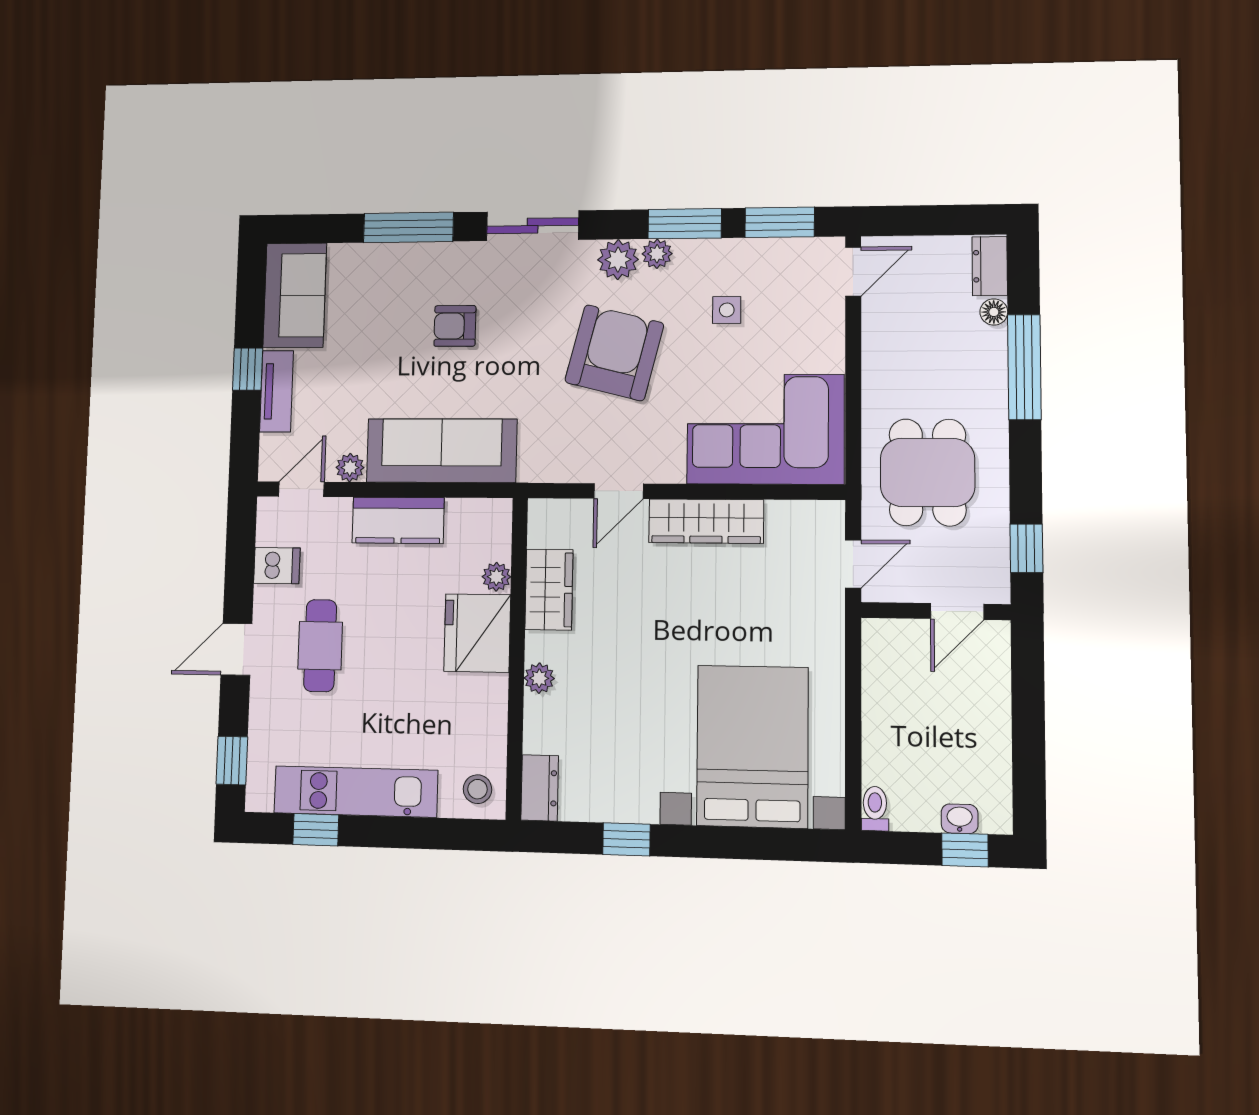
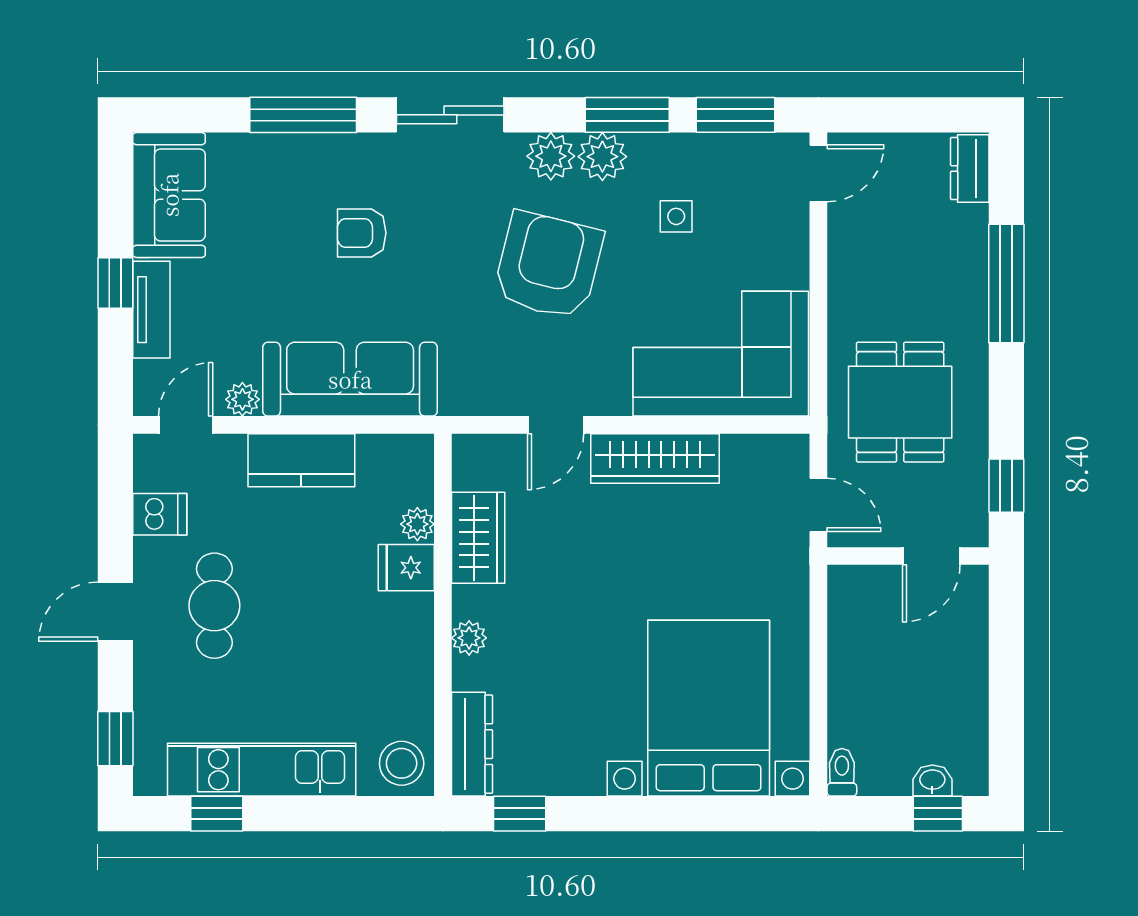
plant: (657, 254) -> (602, 157), width x1.38, depth x1.38
floor lamp: (994, 312) -> (974, 221), removed
door: (853, 564) -> (818, 505), hinge flipped
fridge: (477, 633) -> (406, 568), width x0.53, depth x0.75
dresser: (540, 788) -> (472, 744), width x1.44
stool: (477, 789) -> (402, 763), width x1.37, depth x1.37
window: (626, 839) -> (520, 814), moved

